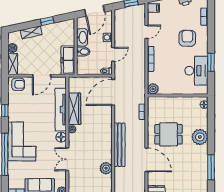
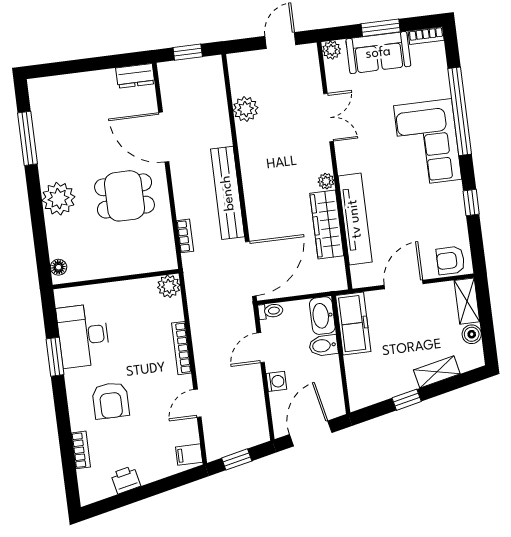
washbasin: (82, 37) -> (322, 316), moved
floor lamp: (61, 137) -> (347, 162), removed
bench: (120, 145) -> (228, 193), moved

